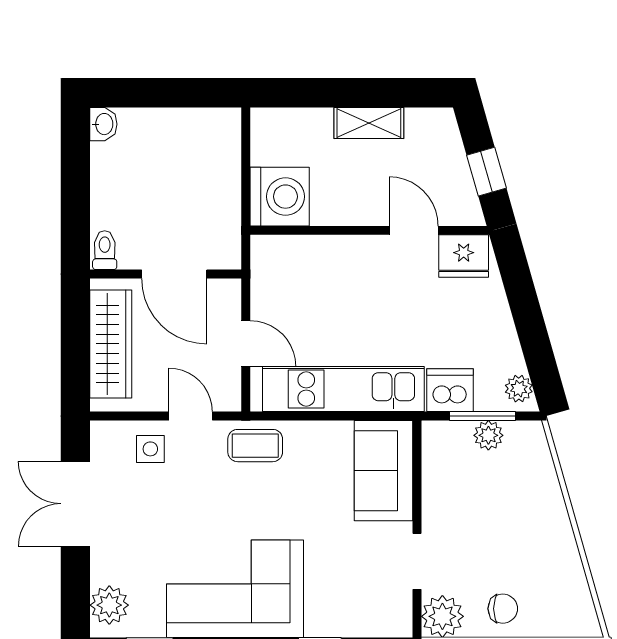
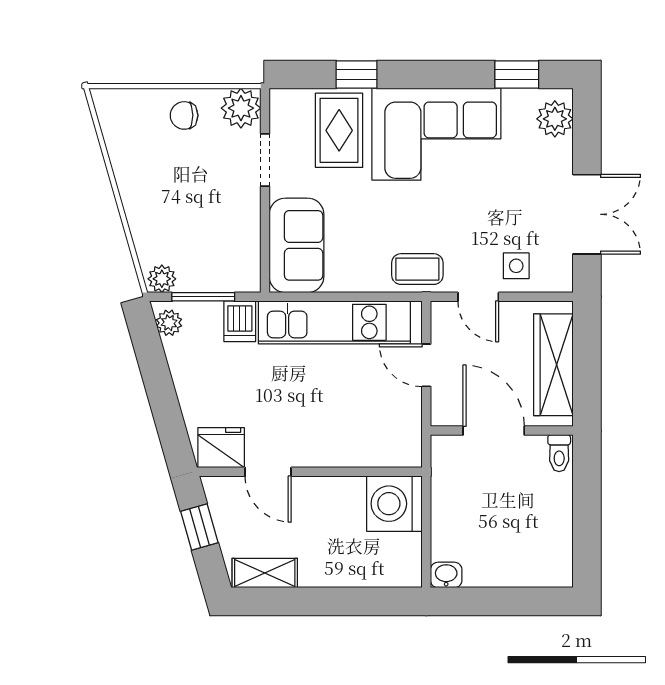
shelving: (369, 123) -> (265, 573), moved
washbasin: (103, 124) -> (446, 575), moved, turned 90
dishwasher: (450, 390) -> (240, 321), width x0.73
plant: (488, 435) -> (162, 279), moved
rug: (338, 593) -> (339, 130), added

